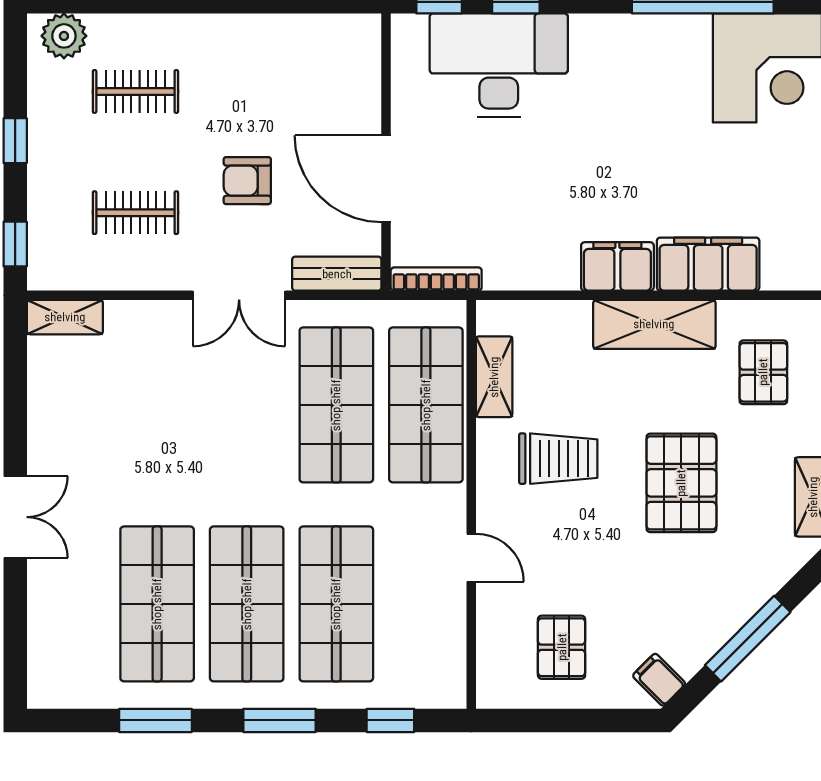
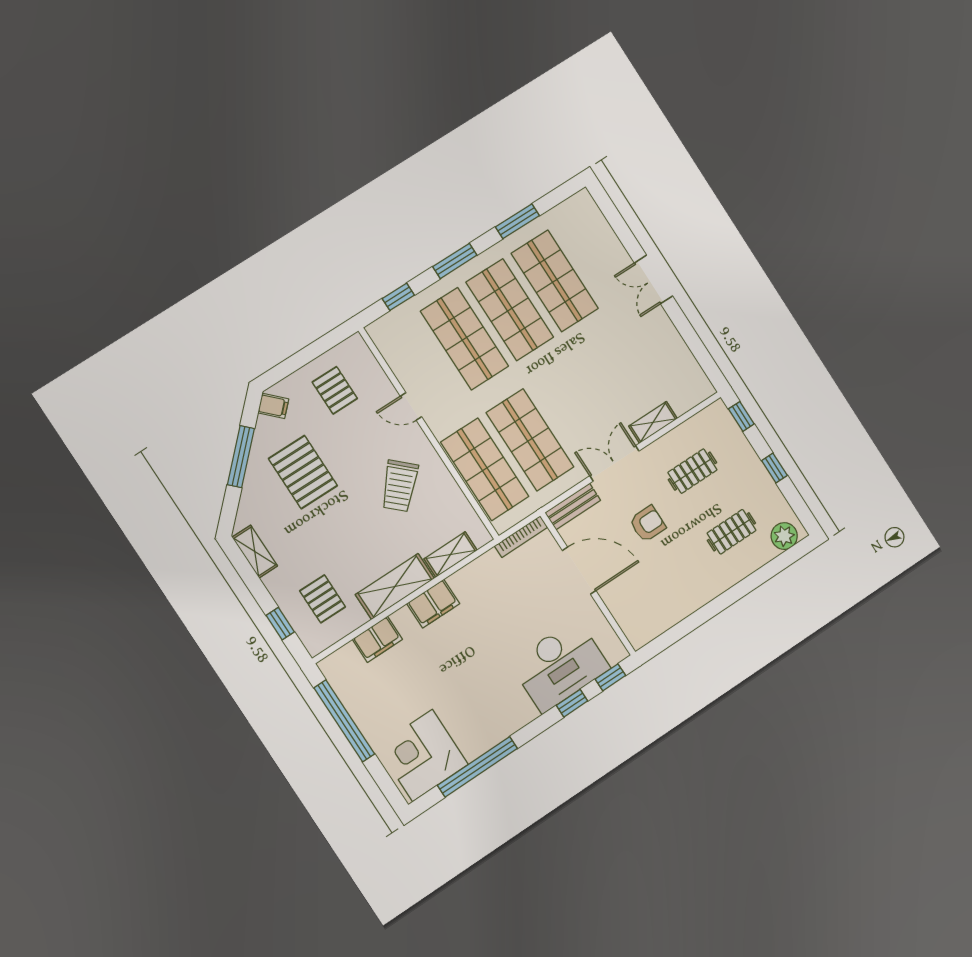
filing cabinet: (708, 264) -> (377, 639), width x0.67, depth x0.86
shelving: (65, 317) -> (653, 422), moved
shelving: (494, 377) -> (451, 554), moved, turned 90
trolley: (558, 459) -> (400, 486), turned -47
pallet: (681, 483) -> (303, 472), moved

